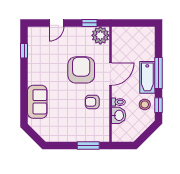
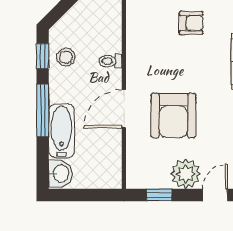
plant: (100, 35) -> (186, 174), moved
bathtub: (147, 77) -> (61, 131), moved
armchair: (92, 102) -> (191, 23), moved
washbasin: (119, 115) -> (60, 174), moved, turned 180

